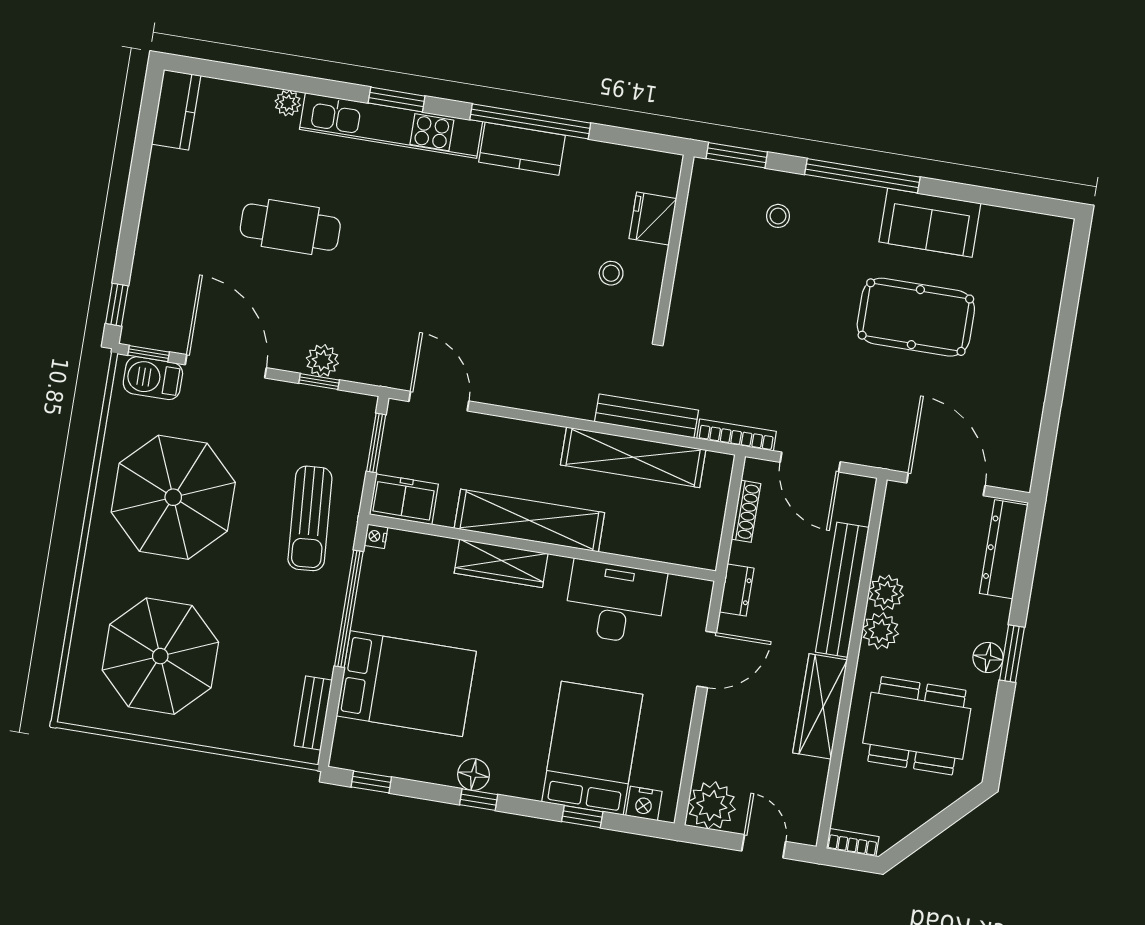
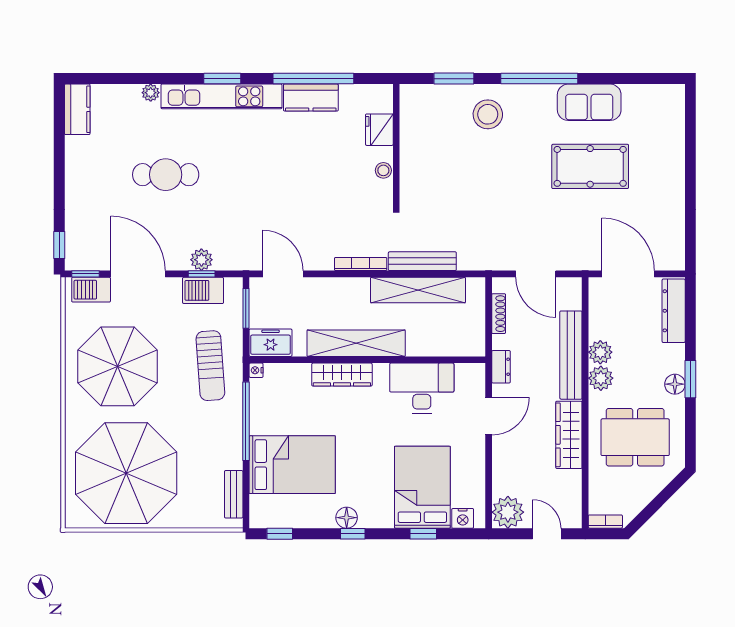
stool: (778, 216) -> (488, 114), width x1.89, depth x1.89
fridge: (653, 219) -> (379, 130), moved
wall: (674, 245) -> (396, 145), moved
barbecue: (317, 406) -> (203, 290), added
bookcase: (736, 435) -> (361, 264), moved
parasol: (160, 656) -> (126, 473), width x1.36, depth x1.36

